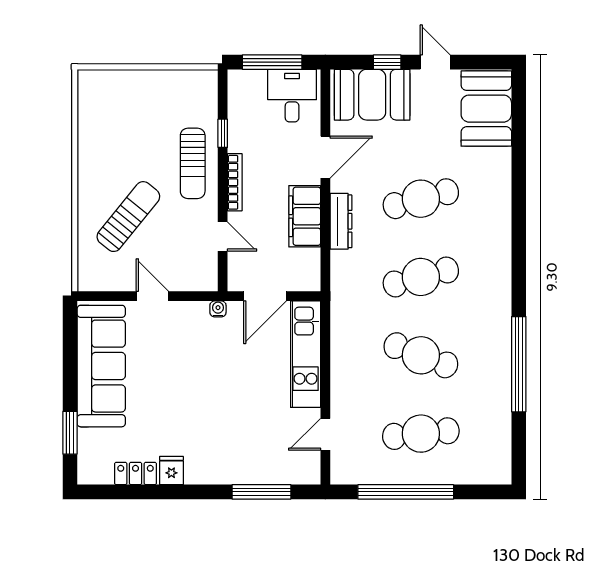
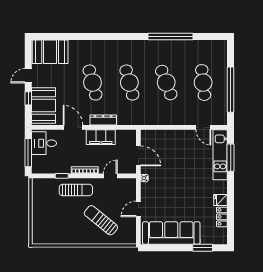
kitchen unit: (306, 354) -> (220, 155), moved, turned 90
cafe table: (421, 355) -> (166, 83), turned -42

